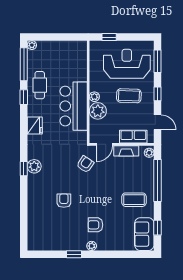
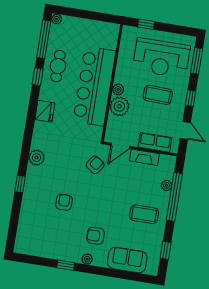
reception desk: (127, 64) -> (161, 58), turned 180
bar counter: (74, 106) -> (94, 86), width x1.36
plant: (149, 153) -> (167, 185), moved
window: (24, 169) -> (20, 184), moved
sofa: (144, 234) -> (127, 260), moved, turned 90

